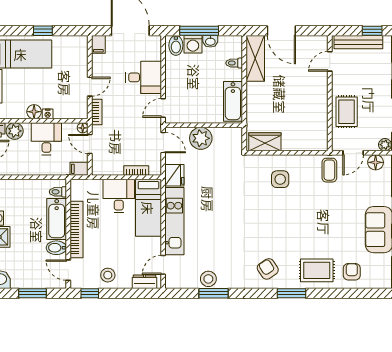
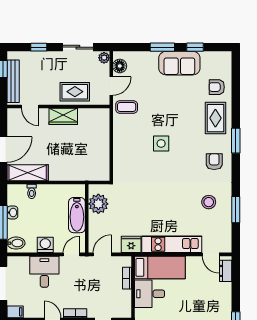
washing machine: (193, 44) -> (45, 245), moved, turned -90
bathtub: (233, 101) -> (77, 215), moved, turned 90
door: (163, 108) -> (72, 254), swing flipped
plant: (201, 138) -> (98, 204), moved
wardrobe: (265, 142) -> (63, 116), moved, turned -90
door: (353, 153) -> (111, 86), hinge flipped
side table: (280, 179) -> (161, 143), moved
armchair: (268, 269) -> (214, 162), turned 124
stool: (108, 275) -> (220, 303), removed
stool: (208, 279) -> (209, 202), moved

